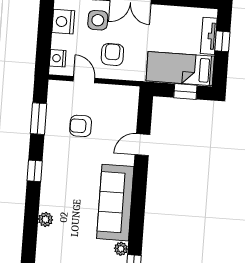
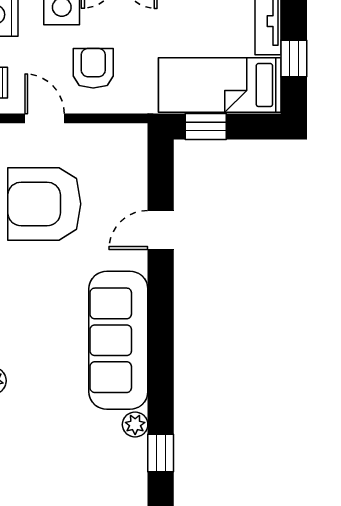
window: (222, 41) -> (294, 59), moved
window: (185, 91) -> (206, 126), moved
armchair: (81, 126) -> (44, 204), width x1.88, depth x1.88

